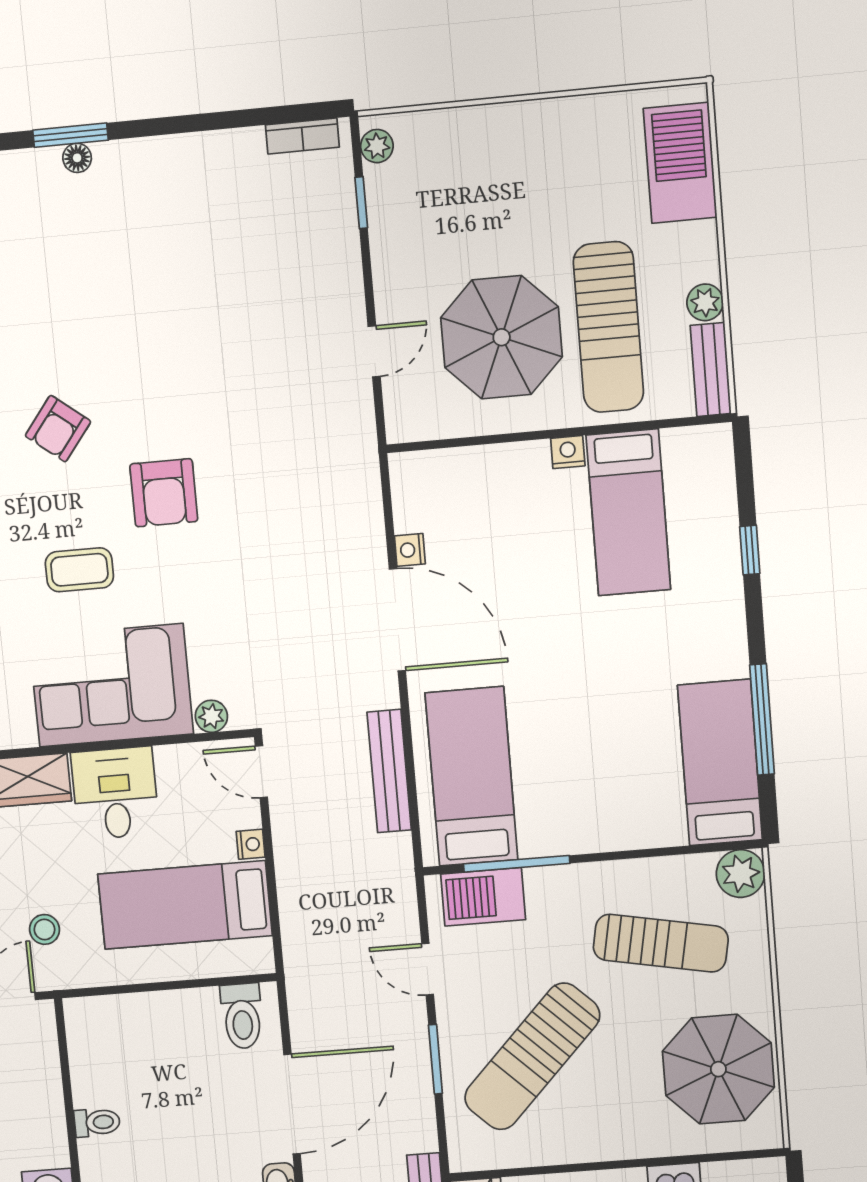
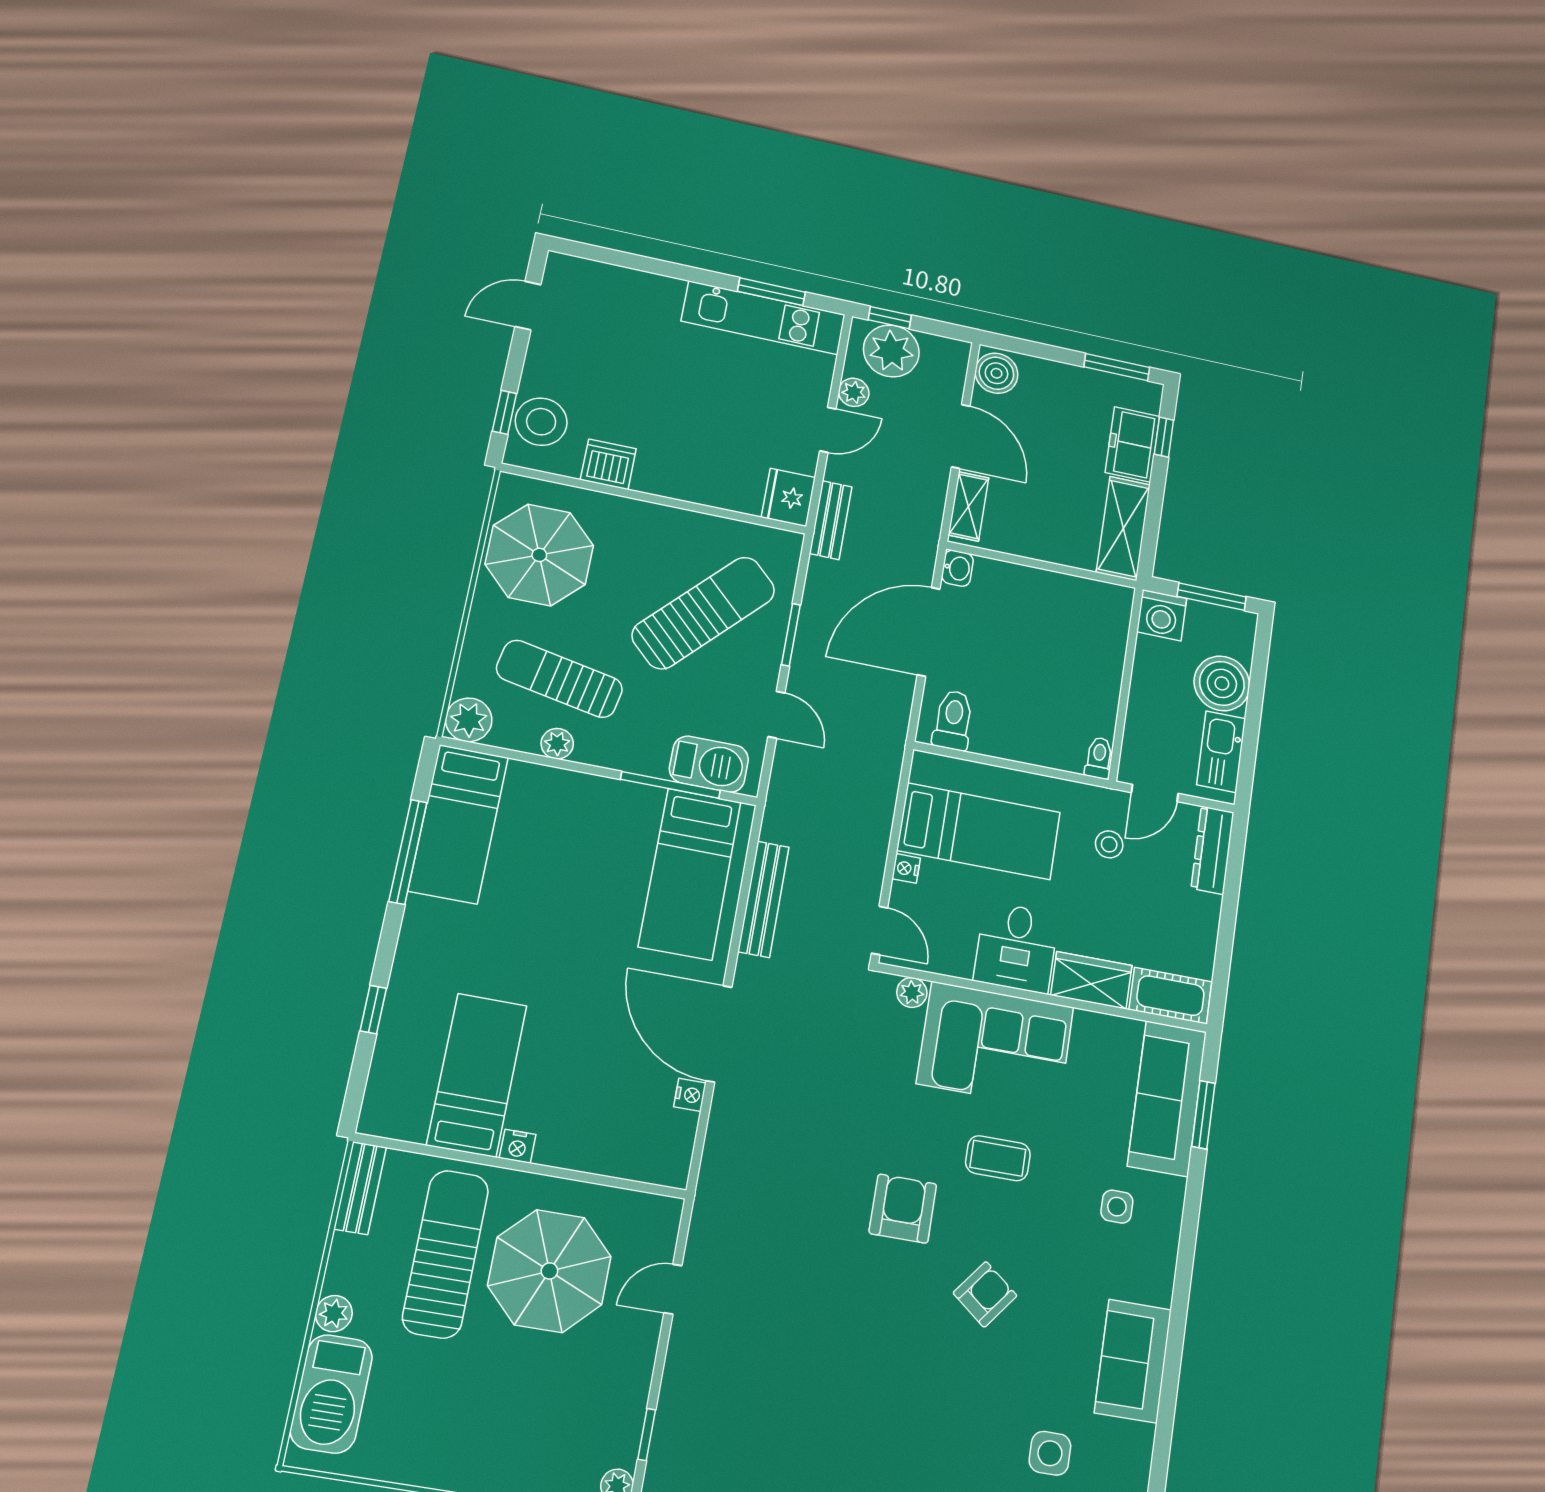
plant: (705, 302) -> (334, 1314), moved
plant: (644, 874) -> (557, 744), added
toilet: (97, 1122) -> (1099, 758), moved, turned 90

